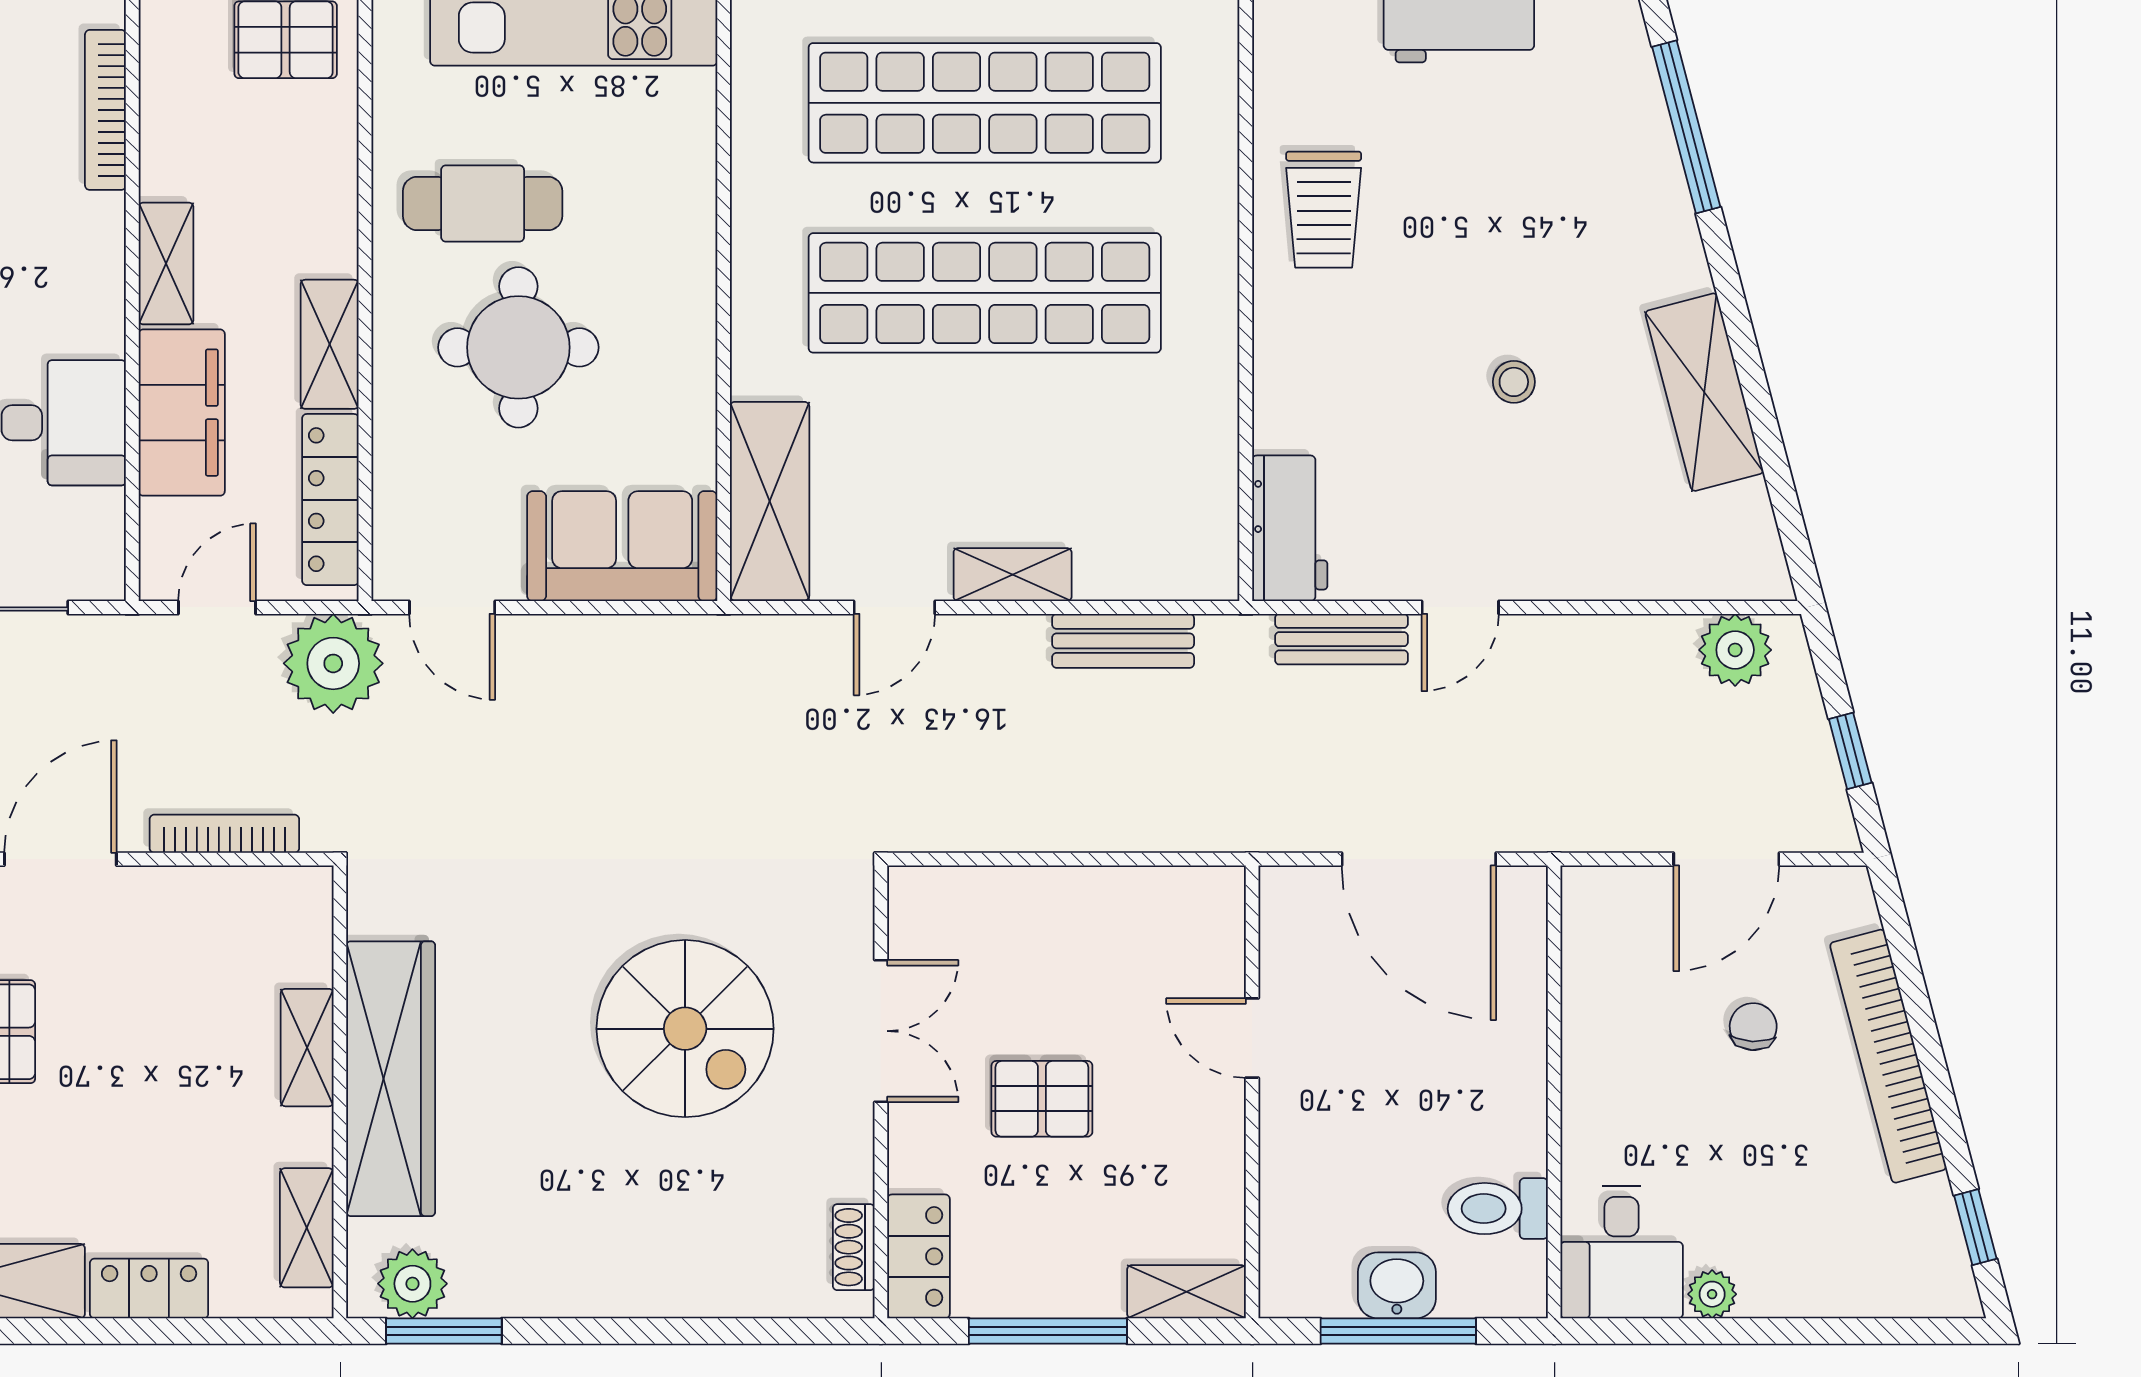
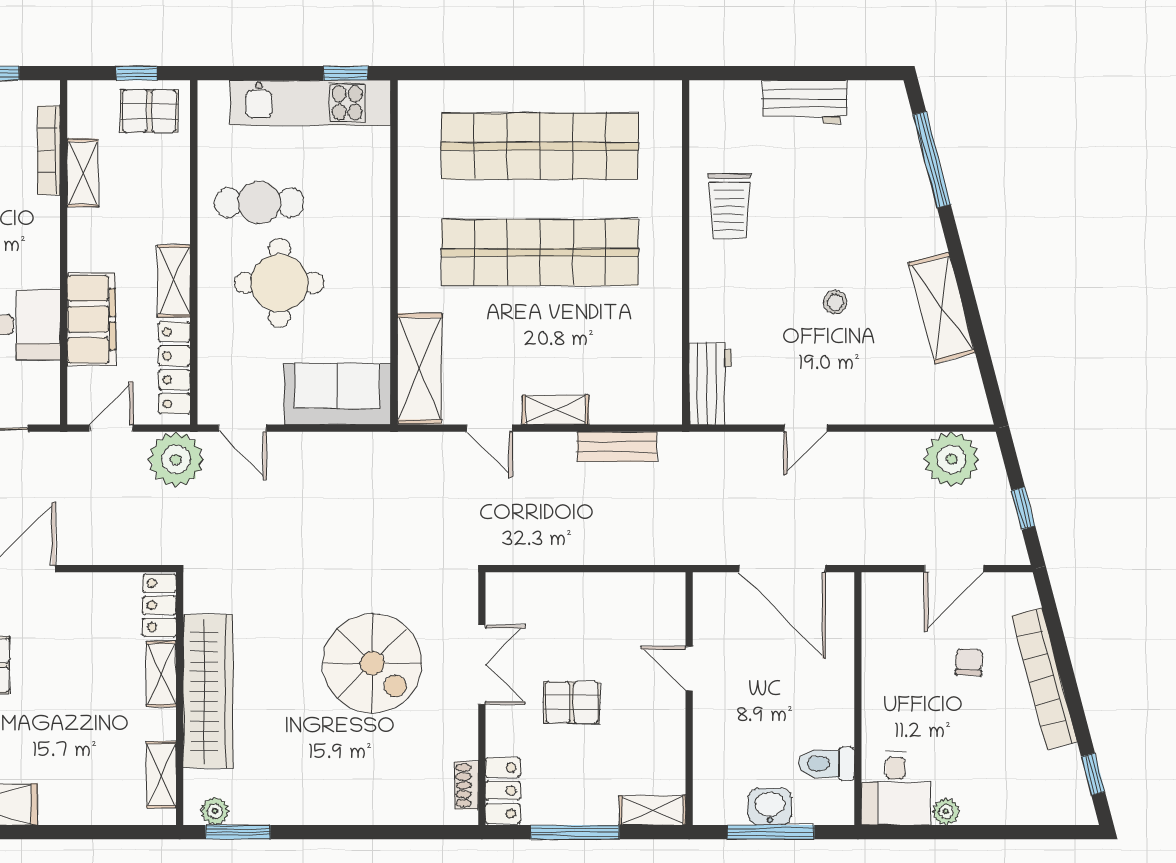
shelving: (166, 263) -> (83, 173), moved
door: (894, 607) -> (489, 428), hinge flipped
bench: (1341, 639) -> (739, 446), removed
plant: (1735, 650) -> (952, 459), width x1.36, depth x1.36
bookcase: (224, 834) -> (115, 554), removed
plant: (412, 1284) -> (215, 811), width x0.73, depth x0.73
locker: (149, 1288) -> (159, 605), moved, turned -90

